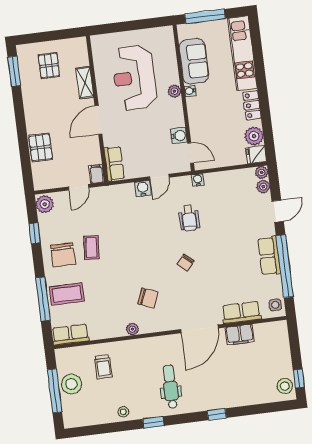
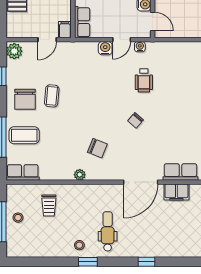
water cooler: (198, 180) -> (140, 47), moved
stool: (71, 384) -> (18, 218), width x0.53, depth x0.53
stool: (123, 412) -> (79, 245), moved

